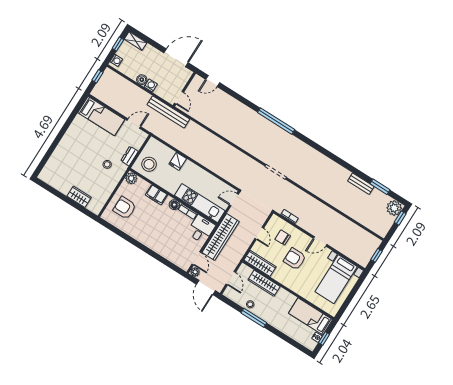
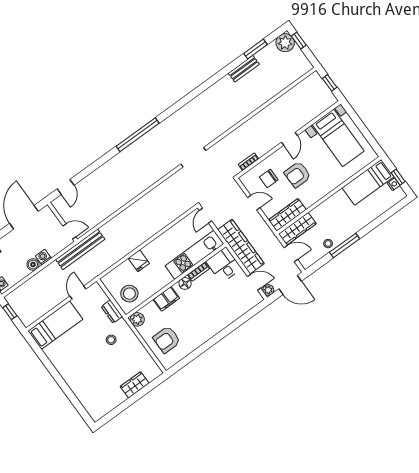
wardrobe: (264, 283) -> (297, 229), moved

